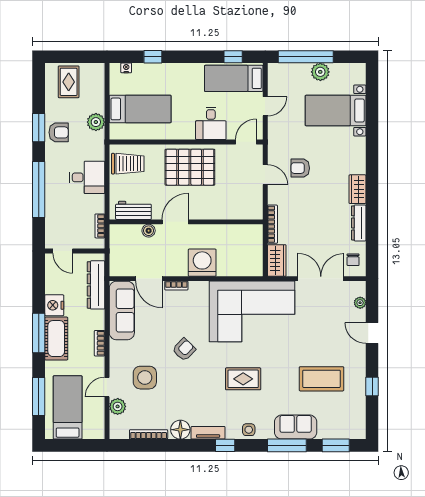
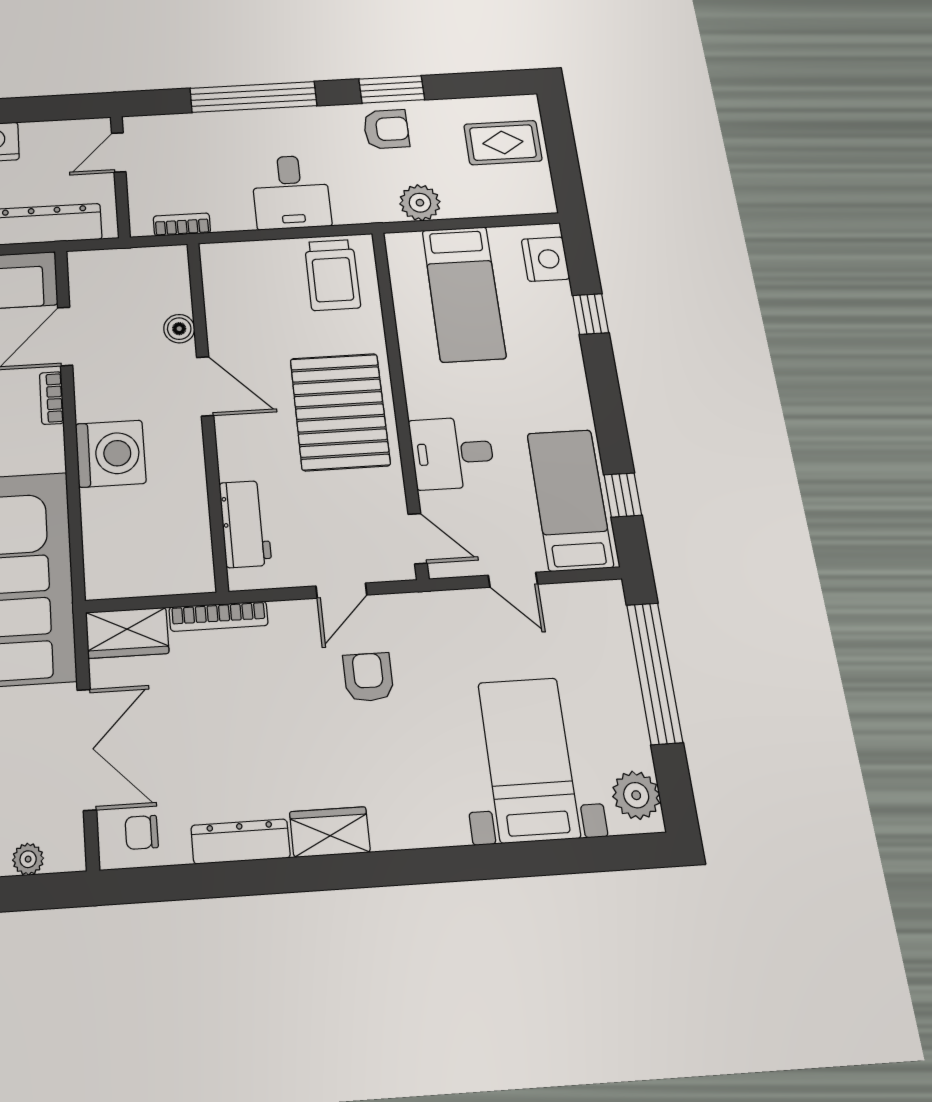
nightstand: (126, 68) -> (545, 259), width x1.89, depth x1.79
plant: (320, 72) -> (636, 795), moved
armchair: (59, 132) -> (386, 129), turned -90
workbench: (133, 210) -> (245, 524), moved

